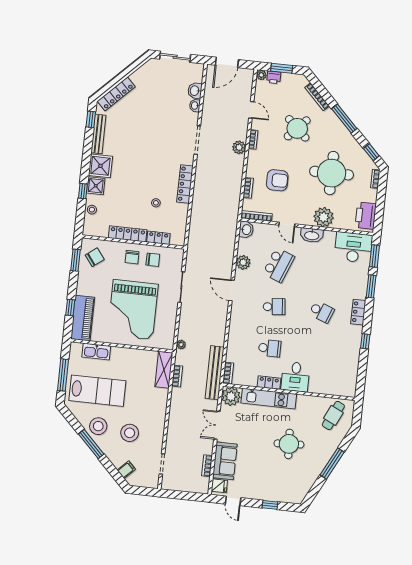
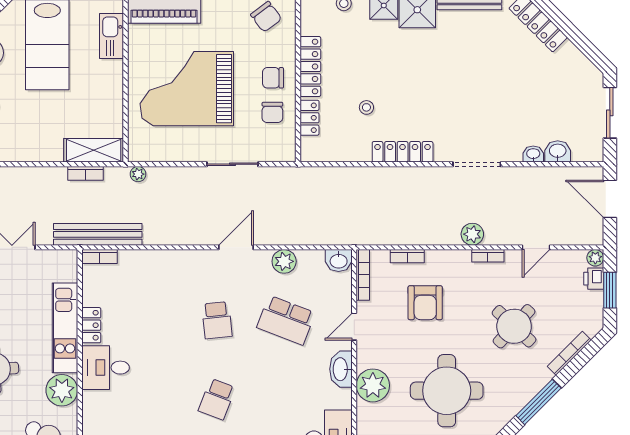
school desk: (270, 348) -> (148, 320), removed
plant: (231, 396) -> (62, 390), moved

